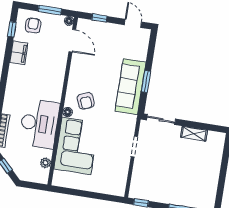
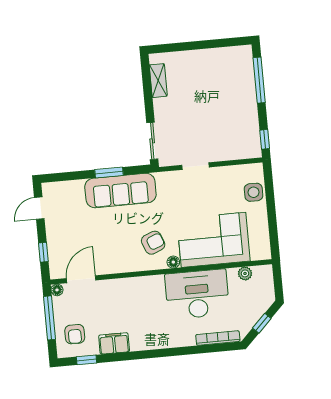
window: (50, 10) -> (50, 318), width x1.44
armchair: (33, 26) -> (75, 334), turned -90
shelving: (194, 134) -> (158, 81), moved
side table: (104, 185) -> (254, 192), added

